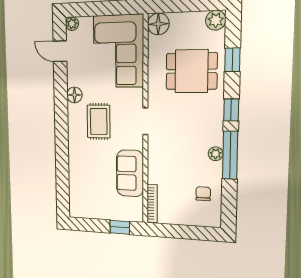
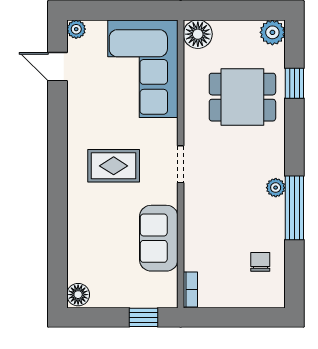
floor lamp: (74, 95) -> (78, 295), moved
window: (231, 110) -> (294, 148), removed
rug: (99, 121) -> (114, 166), turned 90
plant: (216, 154) -> (276, 188), moved
bookcase: (152, 203) -> (190, 290), width x0.64

